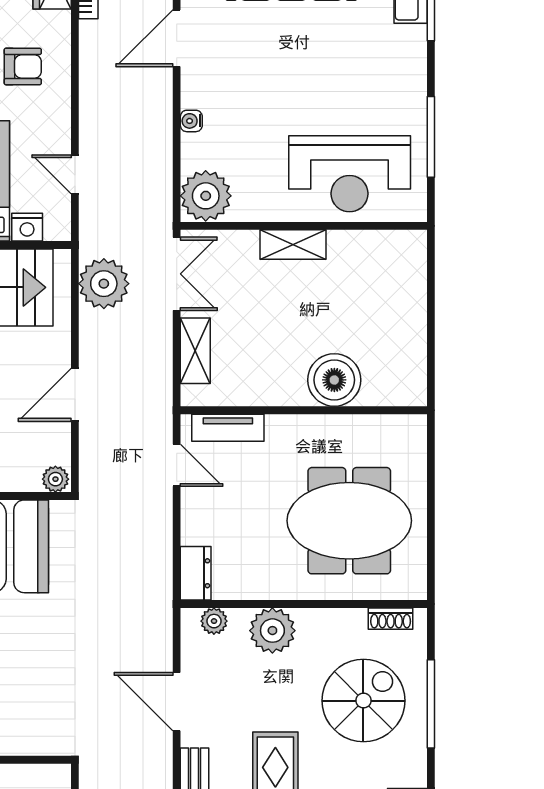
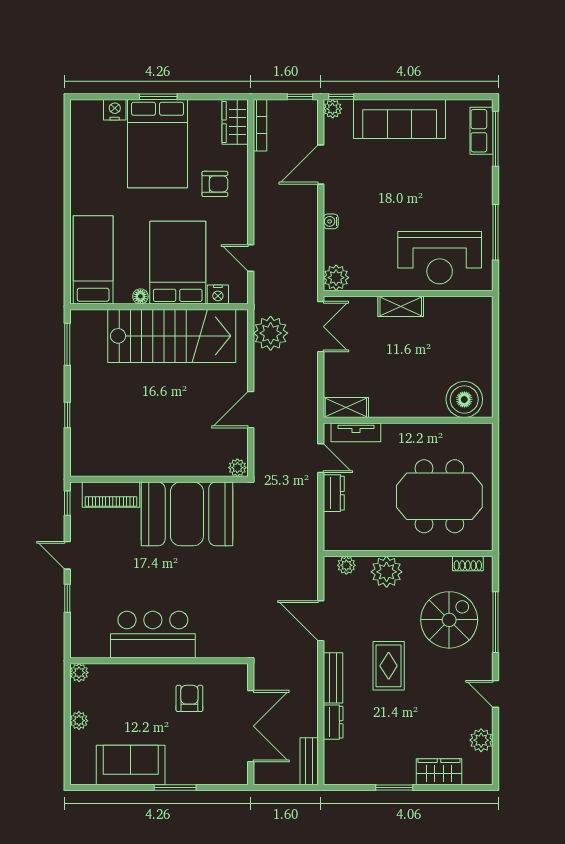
plant: (206, 196) -> (336, 278), width x0.73, depth x0.73
shelving: (195, 351) -> (346, 407), moved, turned 90
boiler: (334, 380) -> (464, 399), moved
dresser: (196, 573) -> (334, 493), moved

